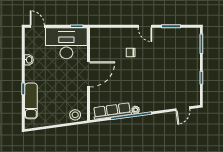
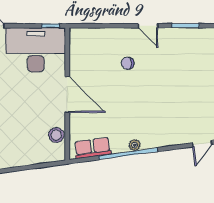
door: (88, 74) -> (67, 95), hinge flipped
row of seats: (112, 111) -> (93, 148), width x0.68
stool: (75, 115) -> (56, 135), moved

